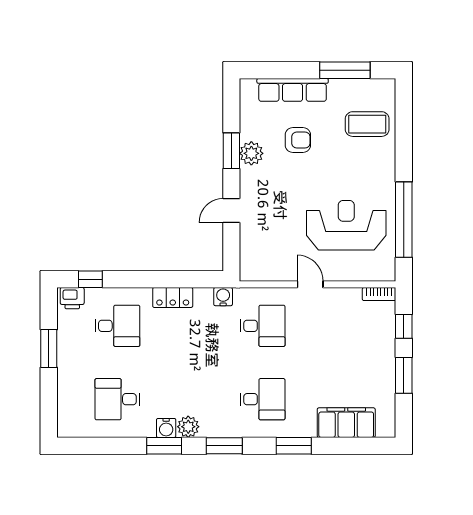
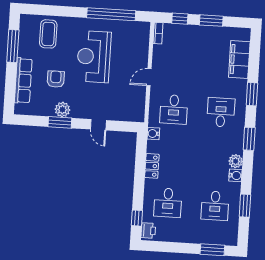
reception desk: (346, 225) -> (94, 57), moved
desk: (117, 326) -> (168, 203), turned 180
desk: (263, 326) -> (174, 109), turned 180
window: (49, 349) -> (212, 250), moved
window: (164, 446) -> (245, 206), moved

